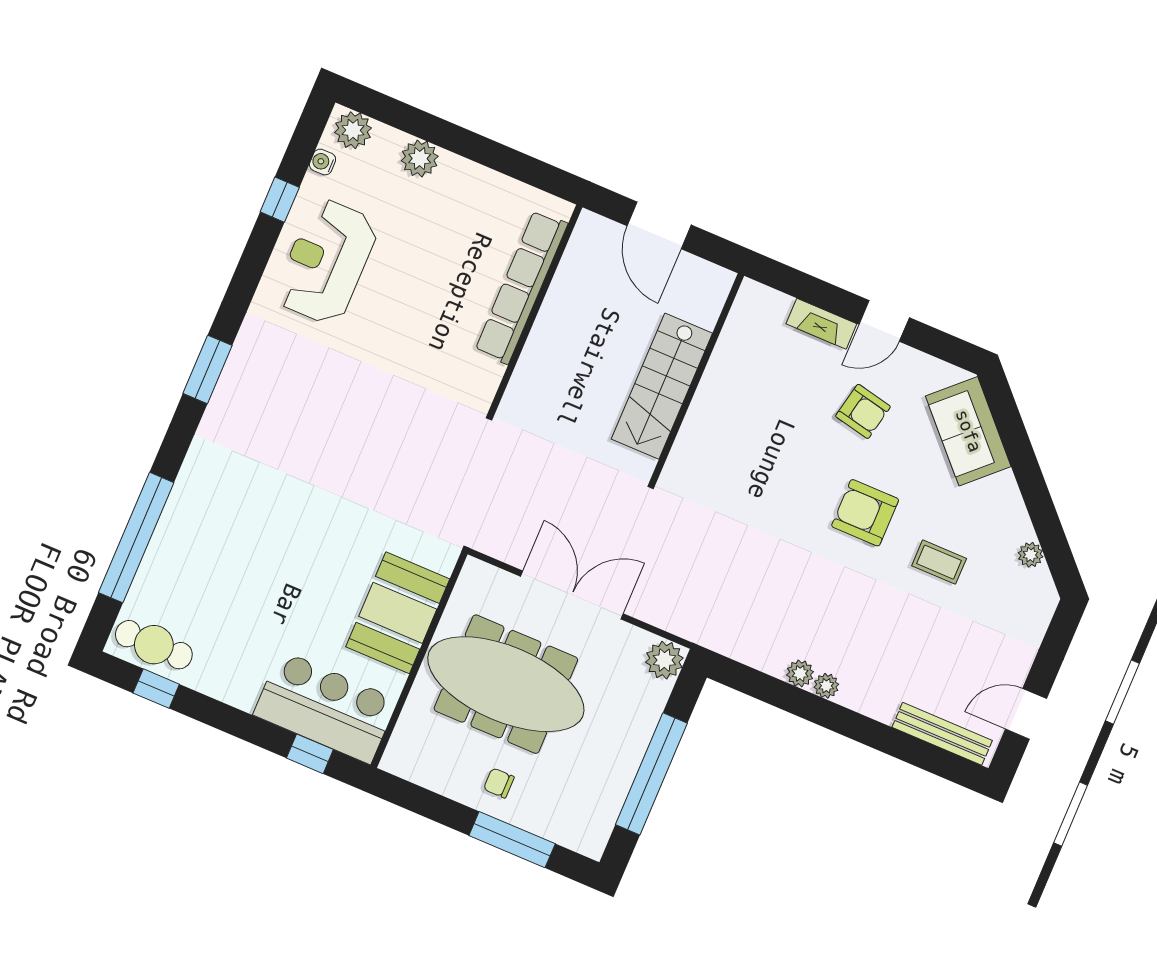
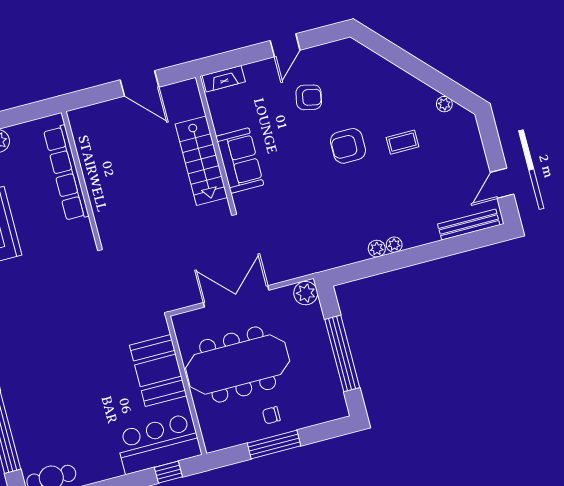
row of seats: (521, 287) -> (66, 173), moved
wall: (535, 310) -> (81, 179), moved
fireplace: (821, 324) -> (224, 79), moved
sofa: (968, 431) -> (240, 161), moved, turned -137
window: (512, 840) -> (274, 444), moved

